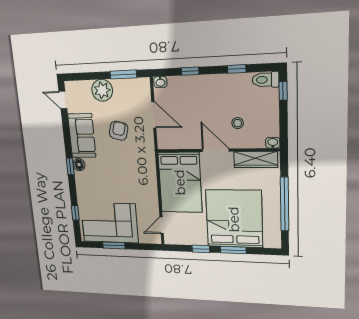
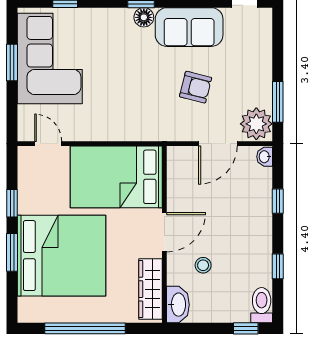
plant: (102, 90) -> (256, 124), moved
washbasin: (273, 143) -> (178, 305), width x1.91, depth x1.45

